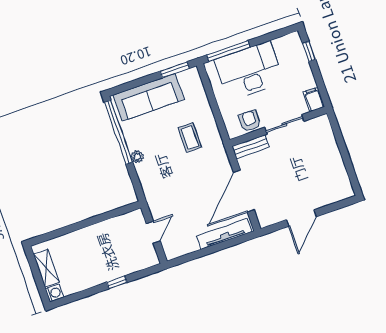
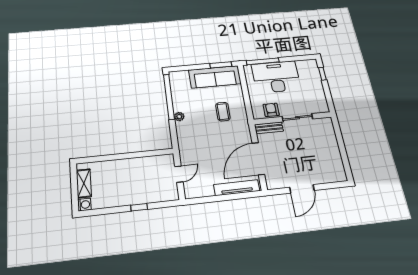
sofa: (149, 97) -> (215, 77), moved
filing cabinet: (314, 99) -> (322, 106), removed

